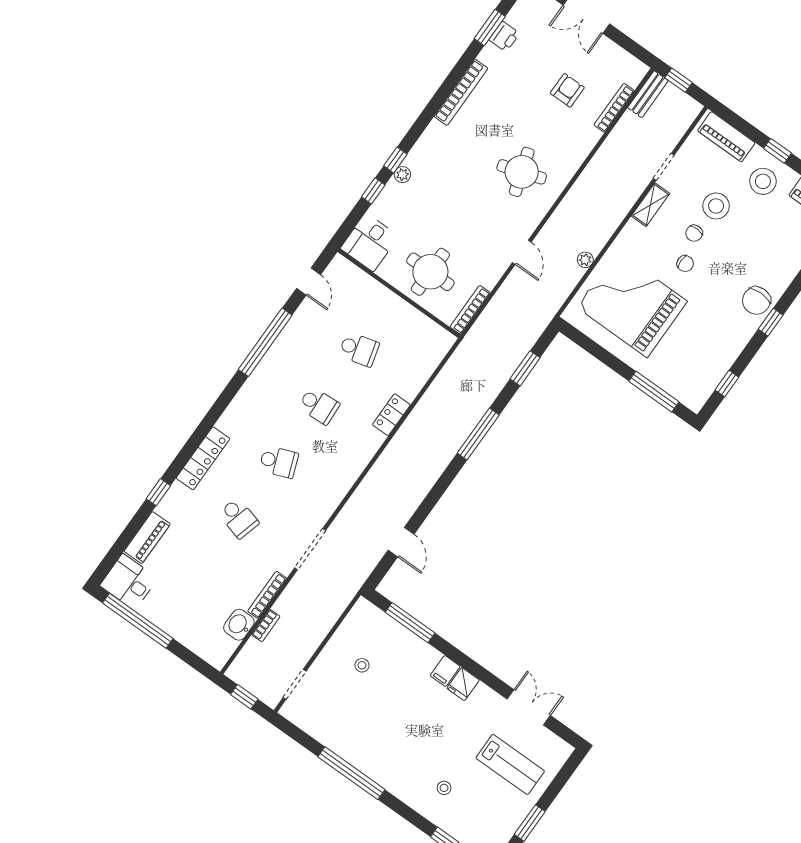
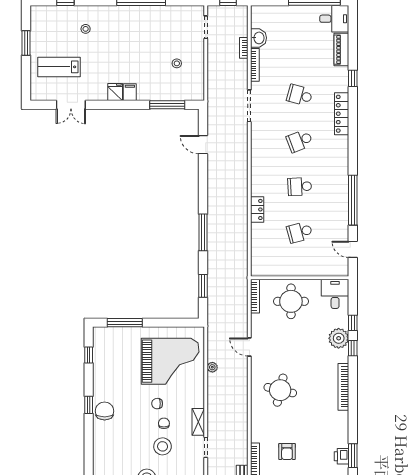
bookcase: (461, 92) -> (343, 387), moved
round table: (522, 172) -> (280, 390), turned 31
plant: (402, 175) -> (339, 338), width x1.87, depth x1.87

